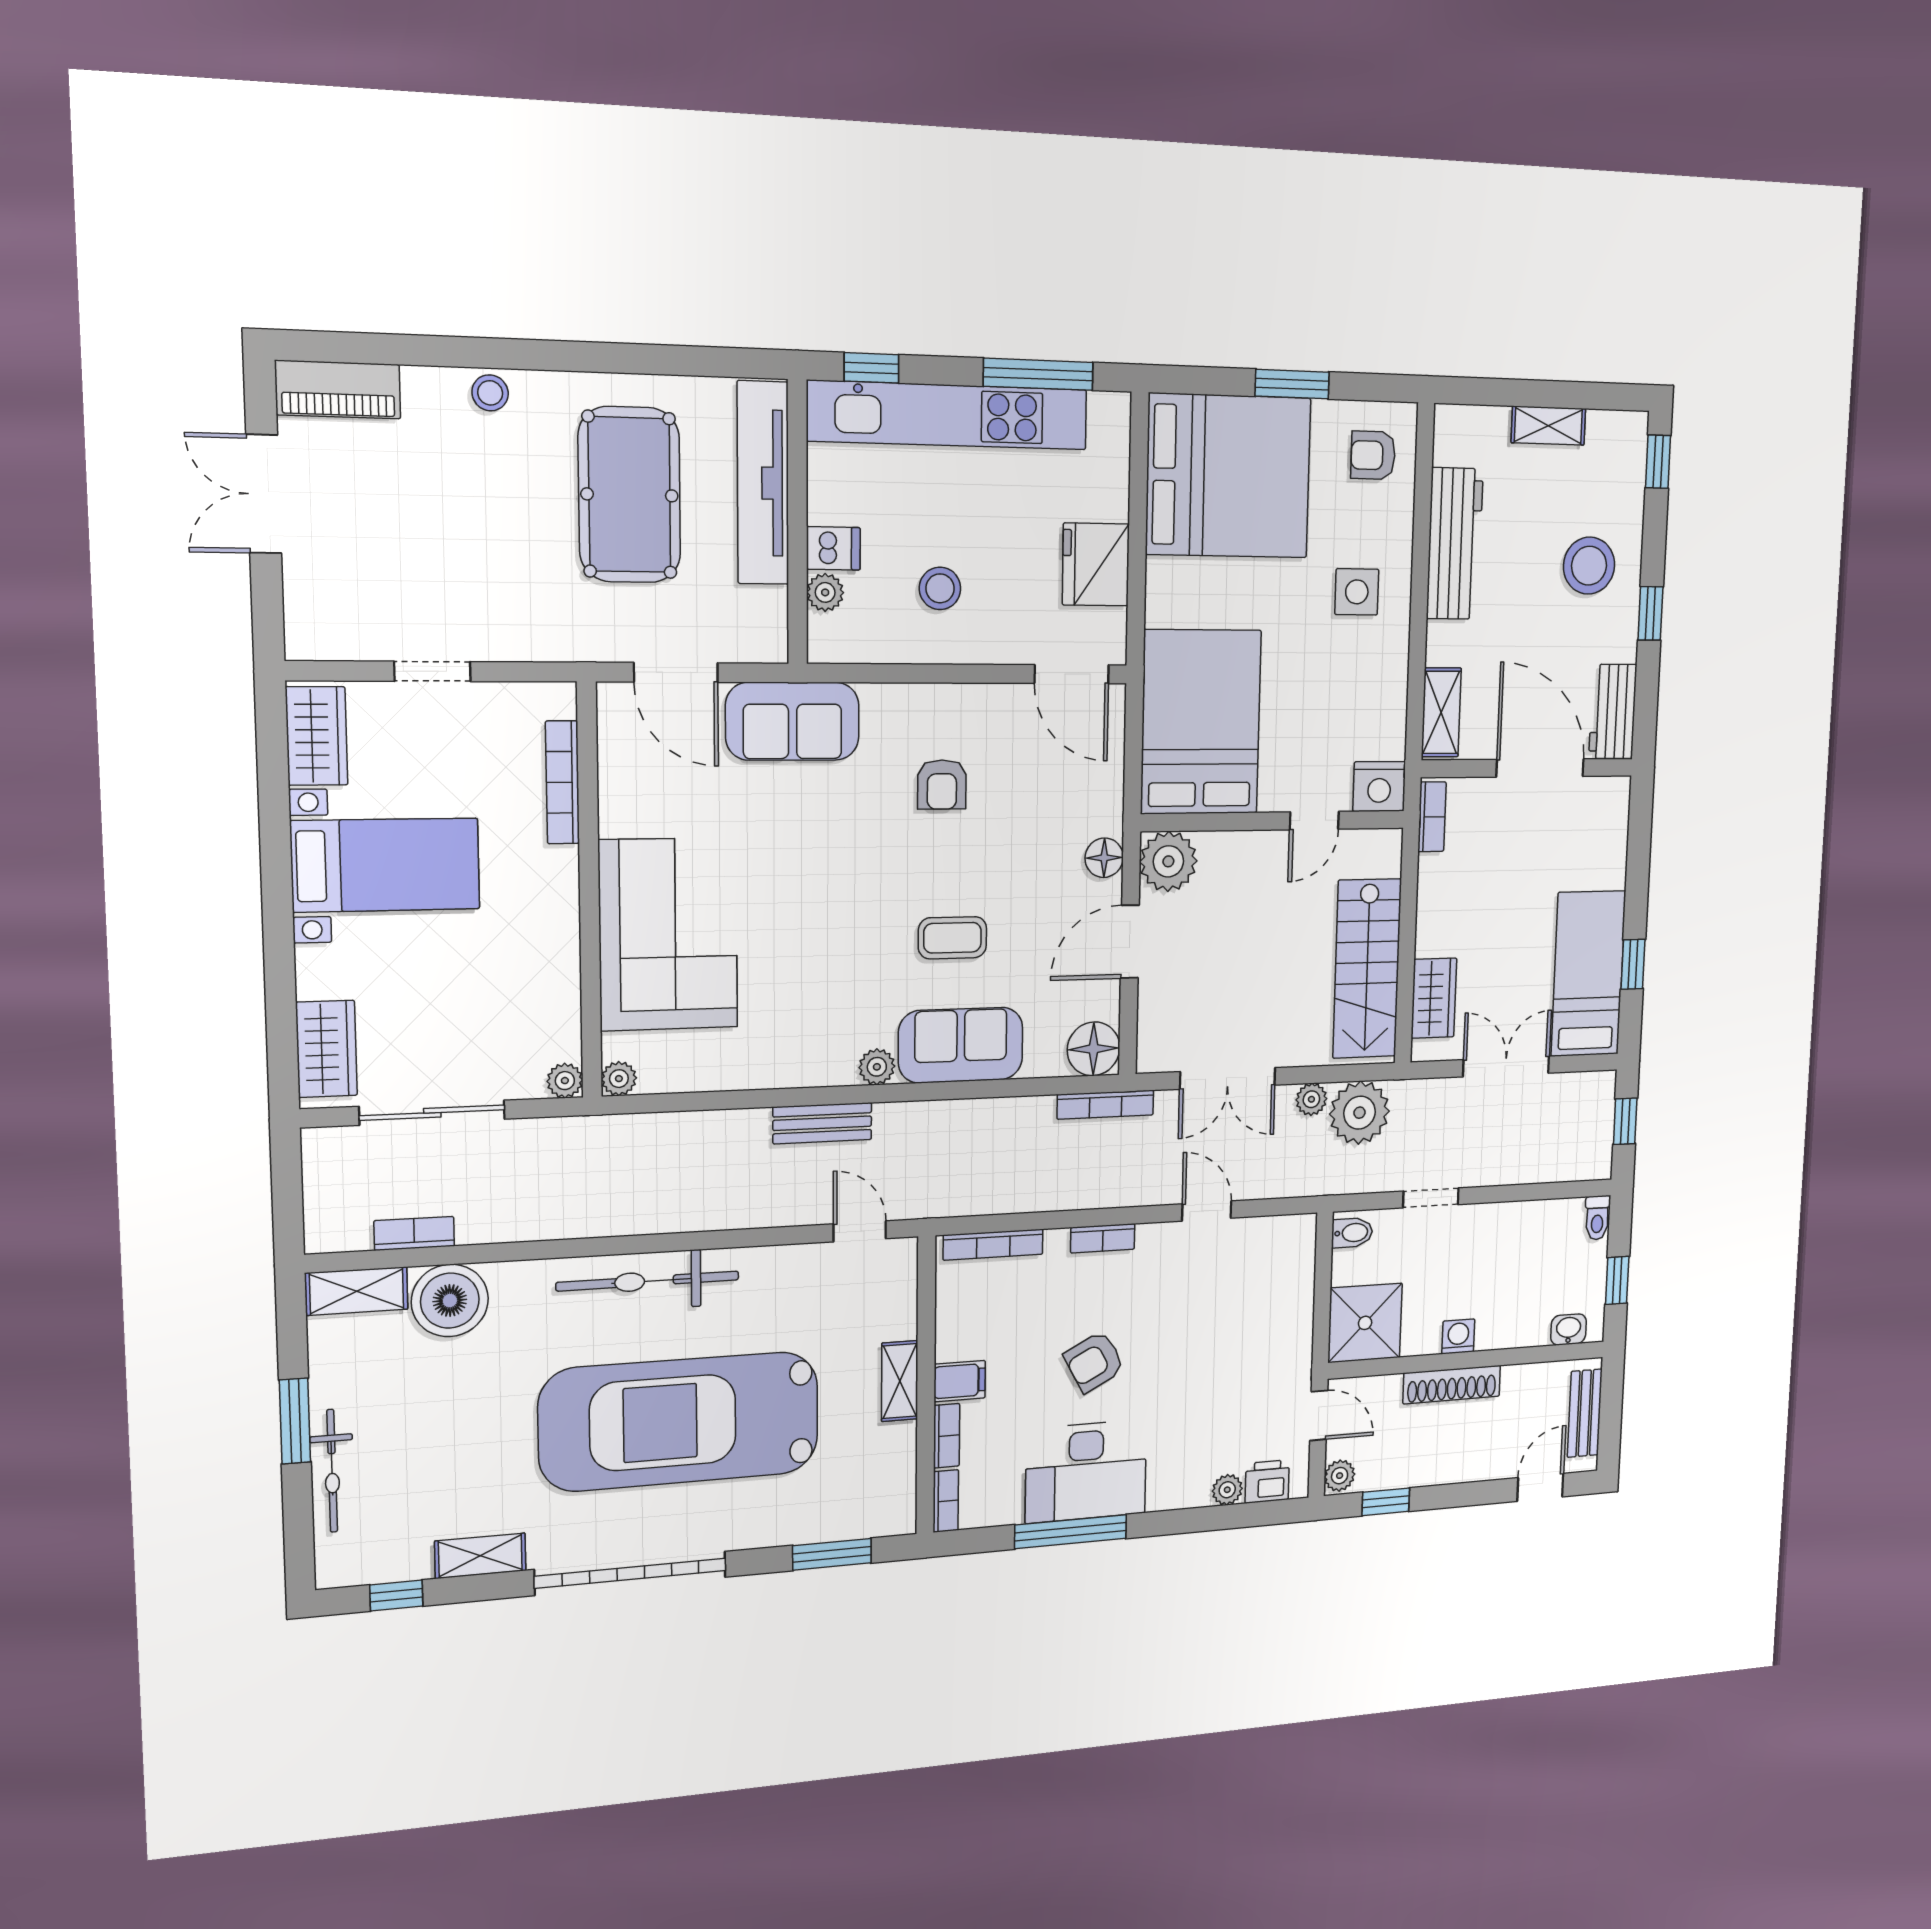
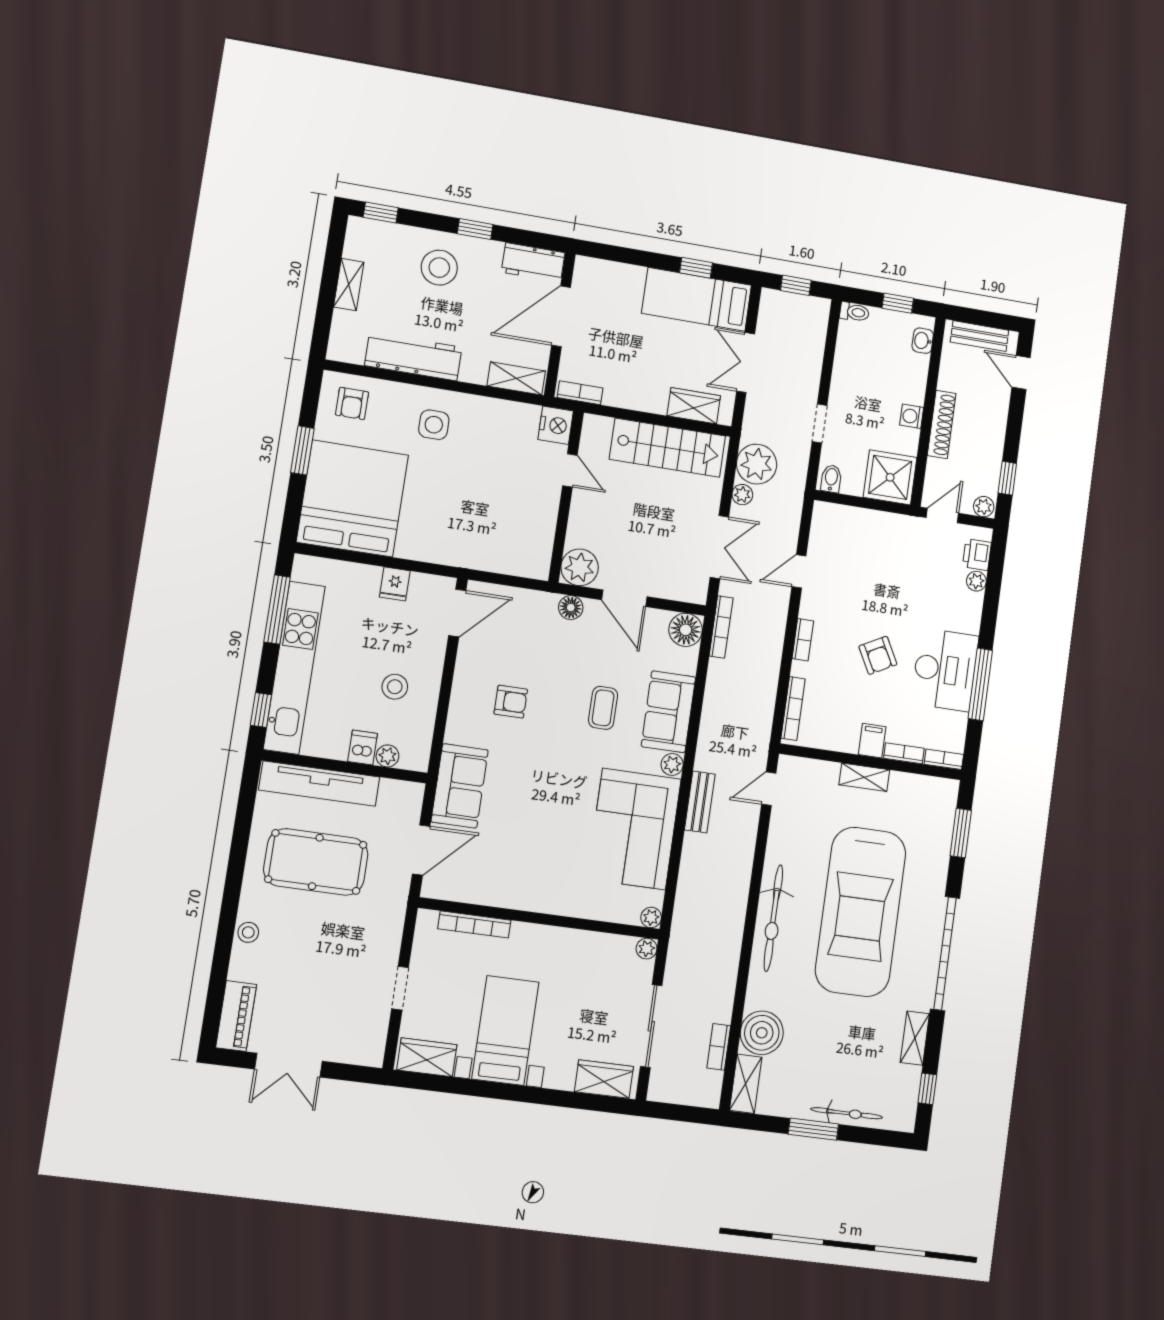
fridge: (1096, 564) -> (395, 584), width x0.53, depth x0.75
bed: (1201, 722) -> (498, 536), removed
corner sofa: (668, 934) -> (634, 829), moved, turned -90

